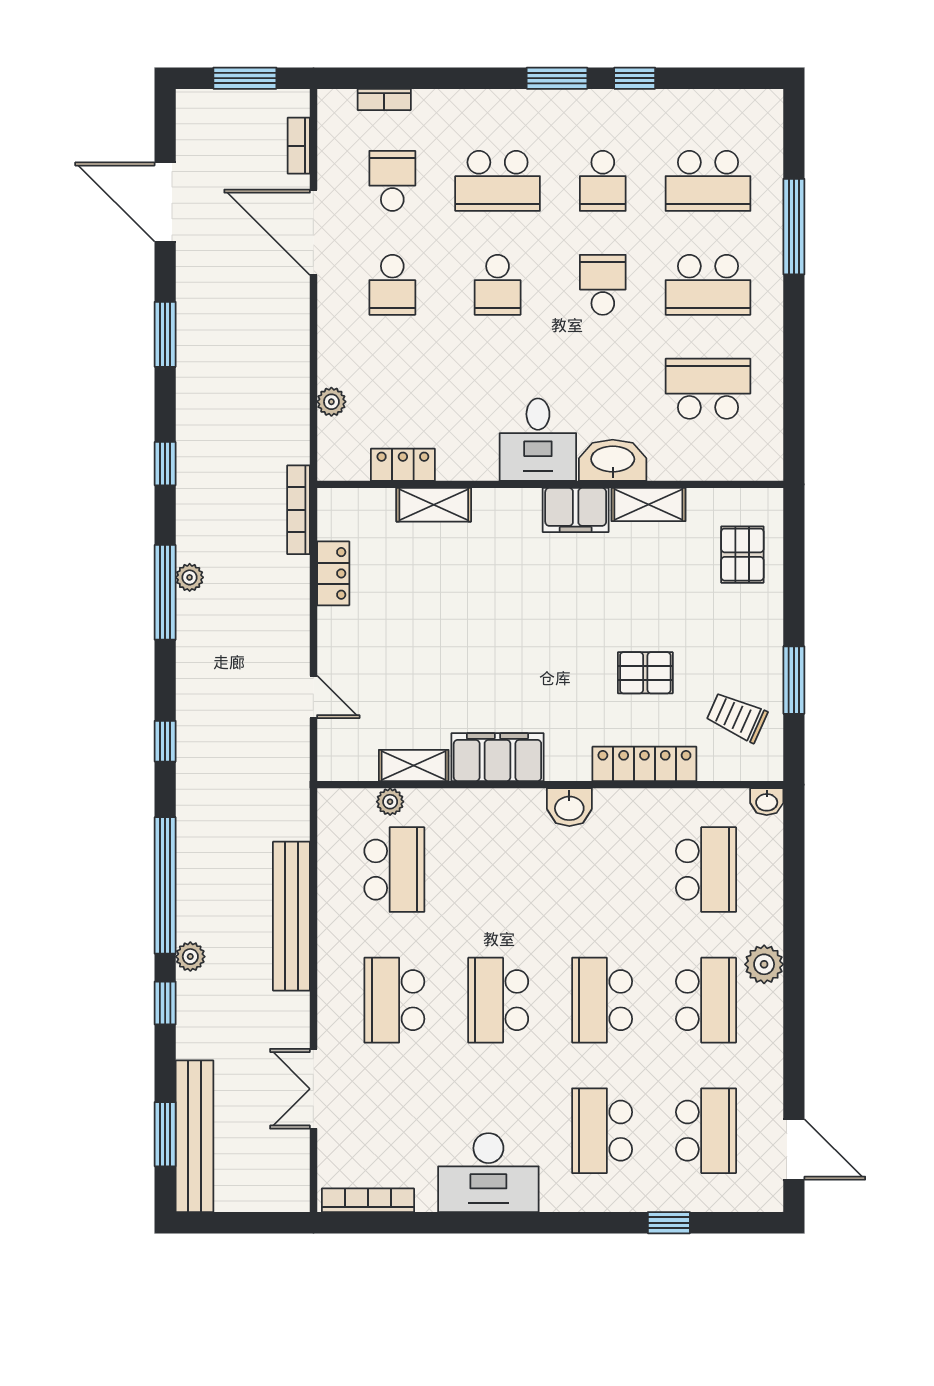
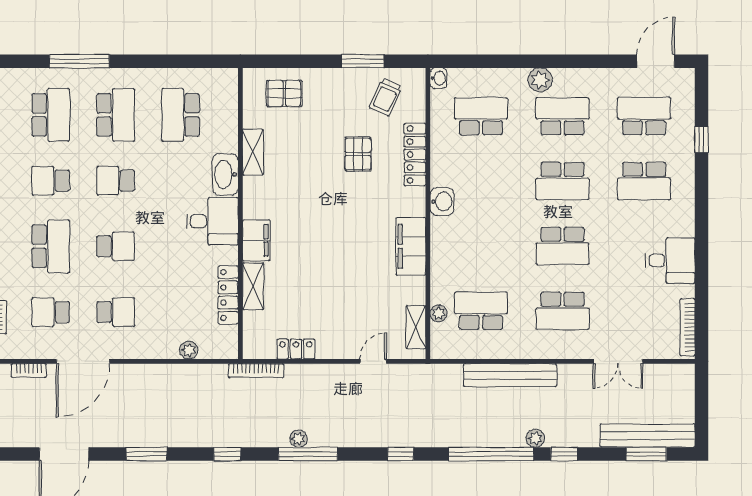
school desk: (603, 181) -> (51, 181), turned 180
locker: (403, 465) -> (228, 295), width x1.53
filing cabinet: (576, 510) -> (256, 240), moved
shelving: (414, 765) -> (416, 327), moved
desk: (488, 1173) -> (670, 261), width x0.73

